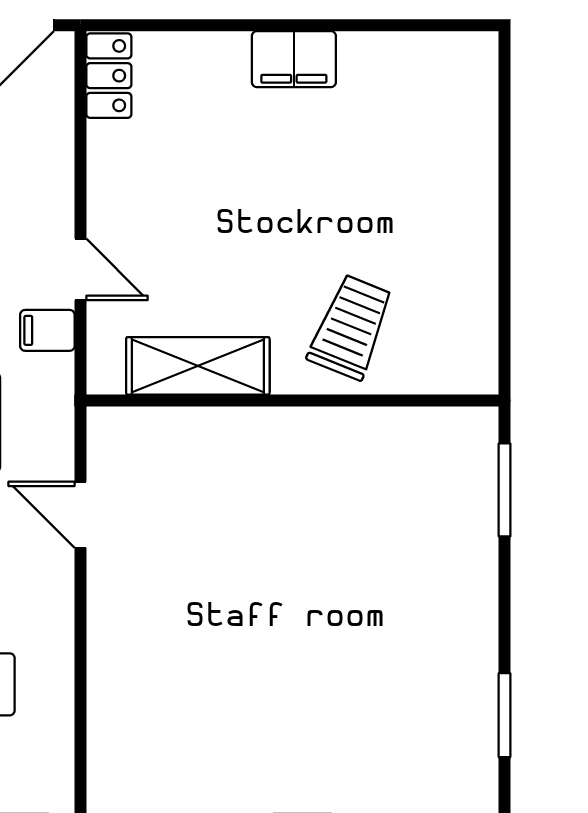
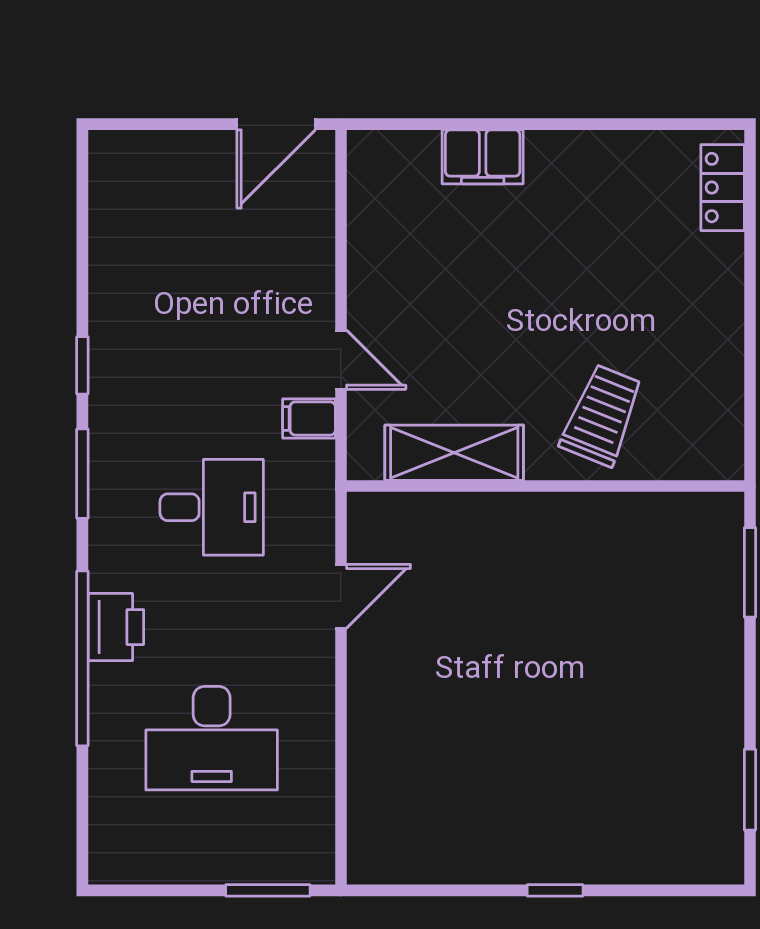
filing cabinet: (294, 59) -> (483, 157), moved
locker: (109, 76) -> (723, 188), moved, turned 180
door: (80, 515) -> (341, 596), swing flipped

